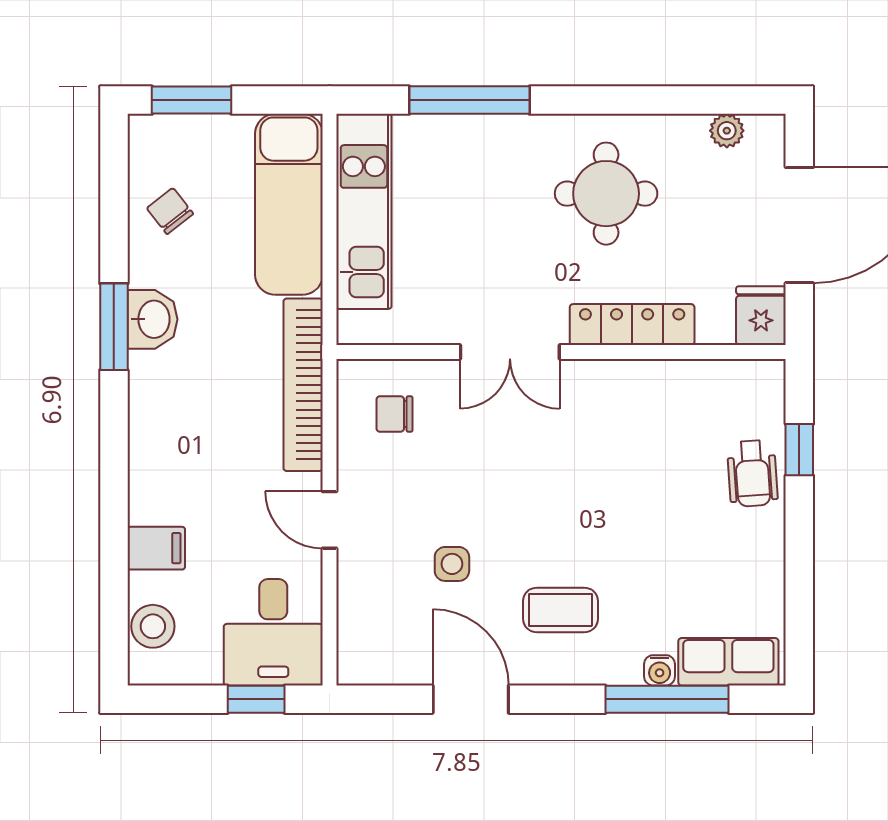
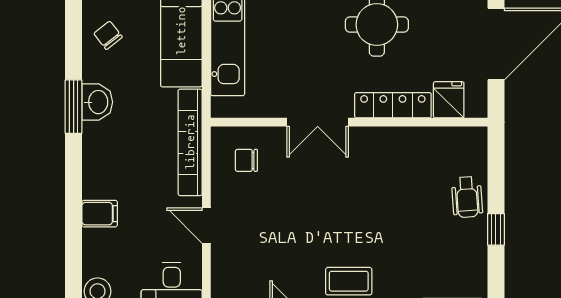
fridge: (761, 316) -> (449, 100), moved
window: (799, 450) -> (496, 229), moved
filing cabinet: (156, 548) -> (100, 214), moved
side table: (452, 564) -> (282, 253), removed

